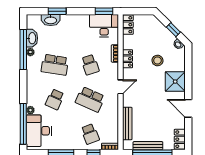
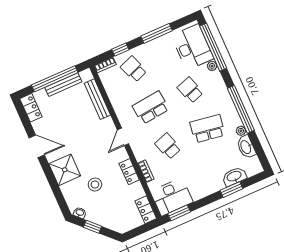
window: (23, 50) -> (241, 109), moved
school desk: (55, 99) -> (190, 90), turned -42
school desk: (90, 99) -> (151, 108), turned -30

